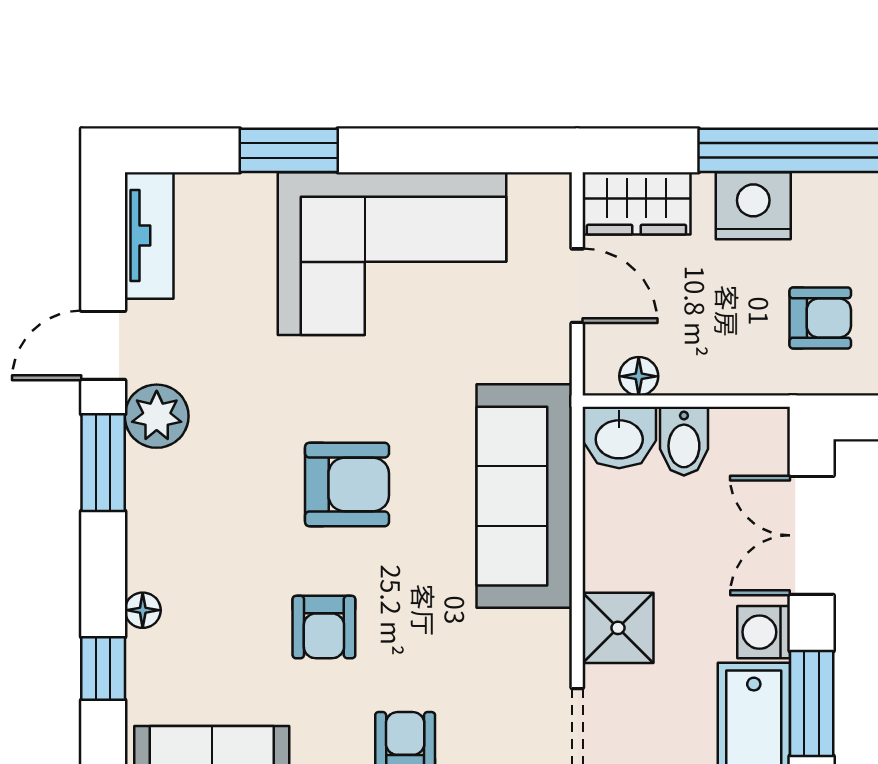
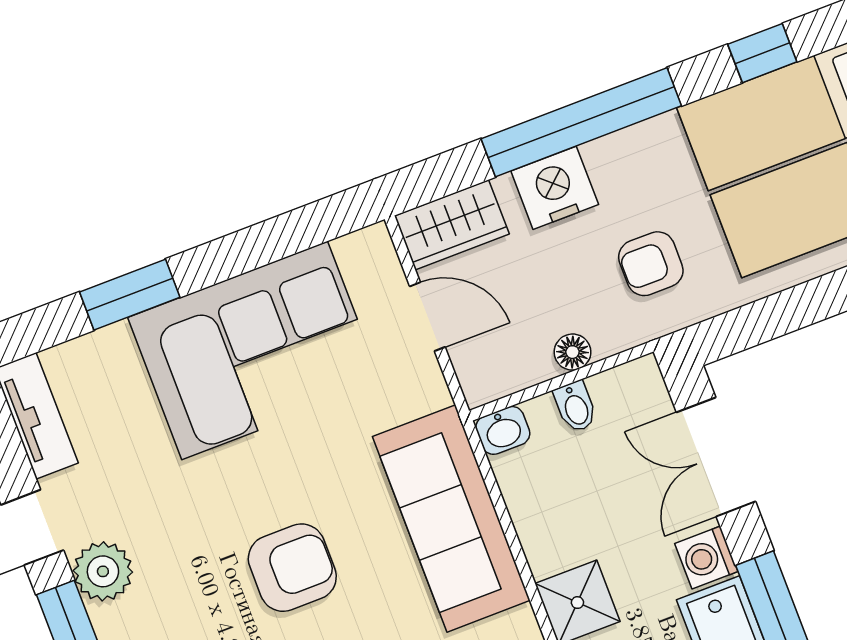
armchair: (820, 318) -> (651, 264), turned 180
floor lamp: (639, 376) -> (572, 352), moved
washbasin: (619, 437) -> (503, 430), width x0.72, depth x0.69
bidet: (684, 441) -> (575, 407), width x0.72, depth x0.74

